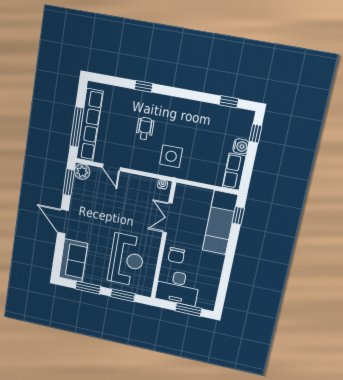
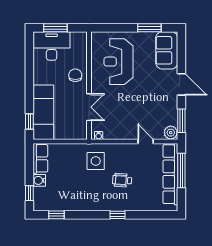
window: (144, 86) -> (117, 215), moved
wheelchair: (145, 128) -> (122, 180), turned 94
desk: (177, 288) -> (52, 46), moved
window: (123, 295) -> (116, 28), removed

